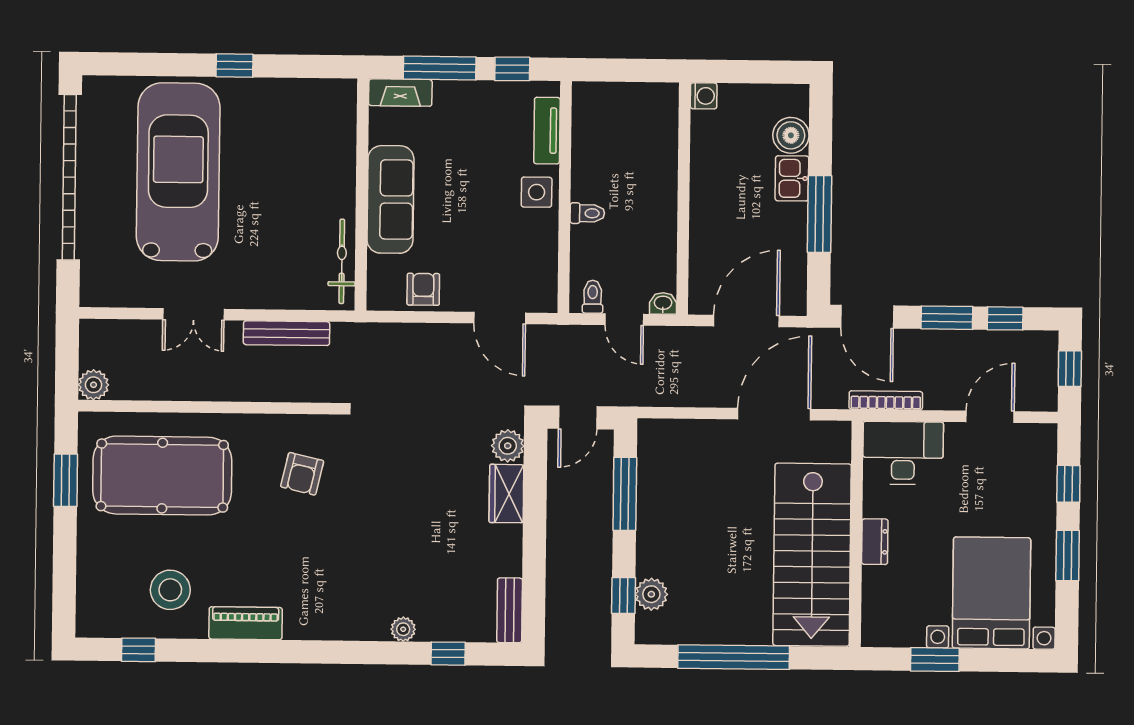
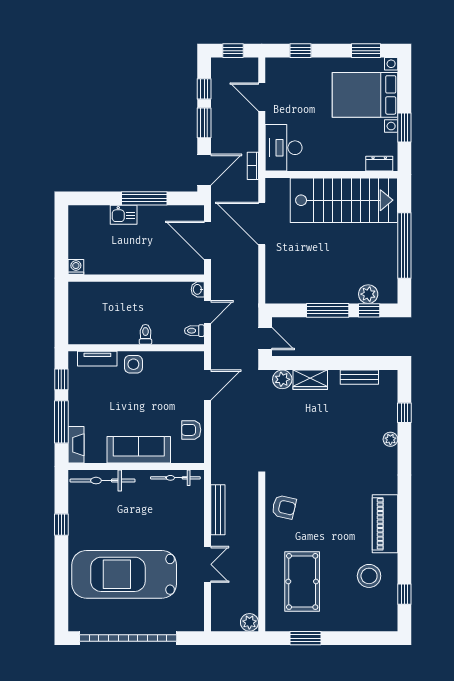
window: (235, 65) -> (61, 525), moved
boiler: (791, 135) -> (98, 216), removed
bicycle: (339, 137) -> (103, 481), added
bookcase: (886, 400) -> (253, 166), width x0.64
armchair: (302, 474) -> (284, 507), moved
pool table: (162, 476) -> (302, 581), width x0.73, depth x0.76
window: (625, 494) -> (328, 310), moved
dresser: (875, 542) -> (379, 164), moved
window: (1068, 556) -> (366, 51), moved
bench: (510, 610) -> (359, 377), moved
piano: (246, 623) -> (385, 524), width x1.37, depth x1.33

